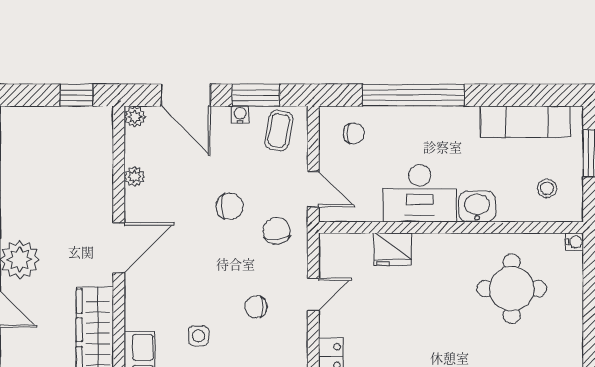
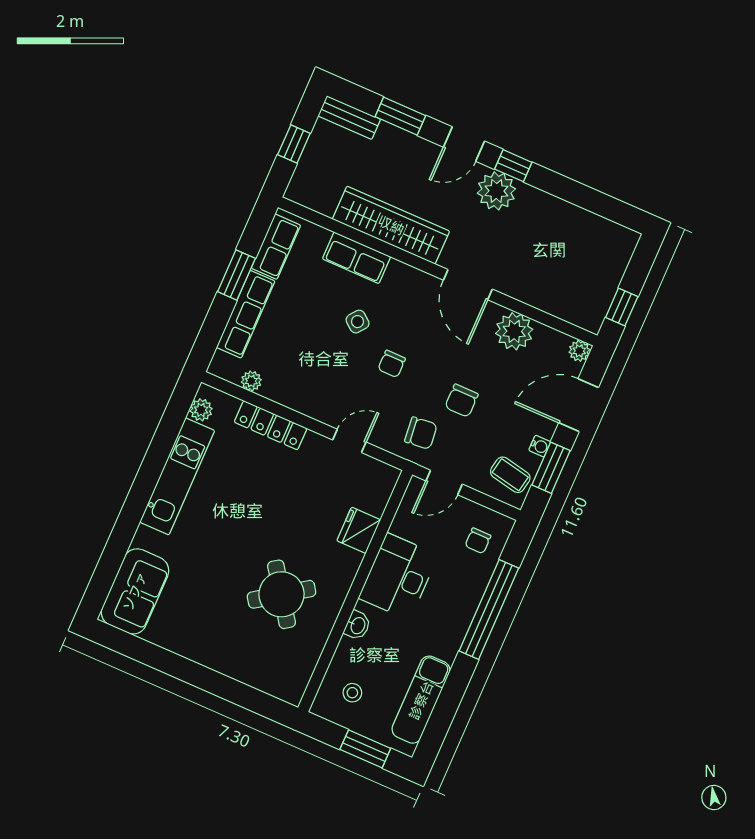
plant: (134, 177) -> (514, 331), width x1.87, depth x1.87
washbasin: (477, 207) -> (357, 625), width x0.72, depth x0.69
water cooler: (575, 242) -> (294, 696), removed
round table: (512, 289) -> (281, 594), moved, turned -35
door: (313, 294) -> (349, 441), swing flipped
chair: (256, 307) -> (392, 364), moved, turned 180
side table: (198, 336) -> (358, 322), turned 38

